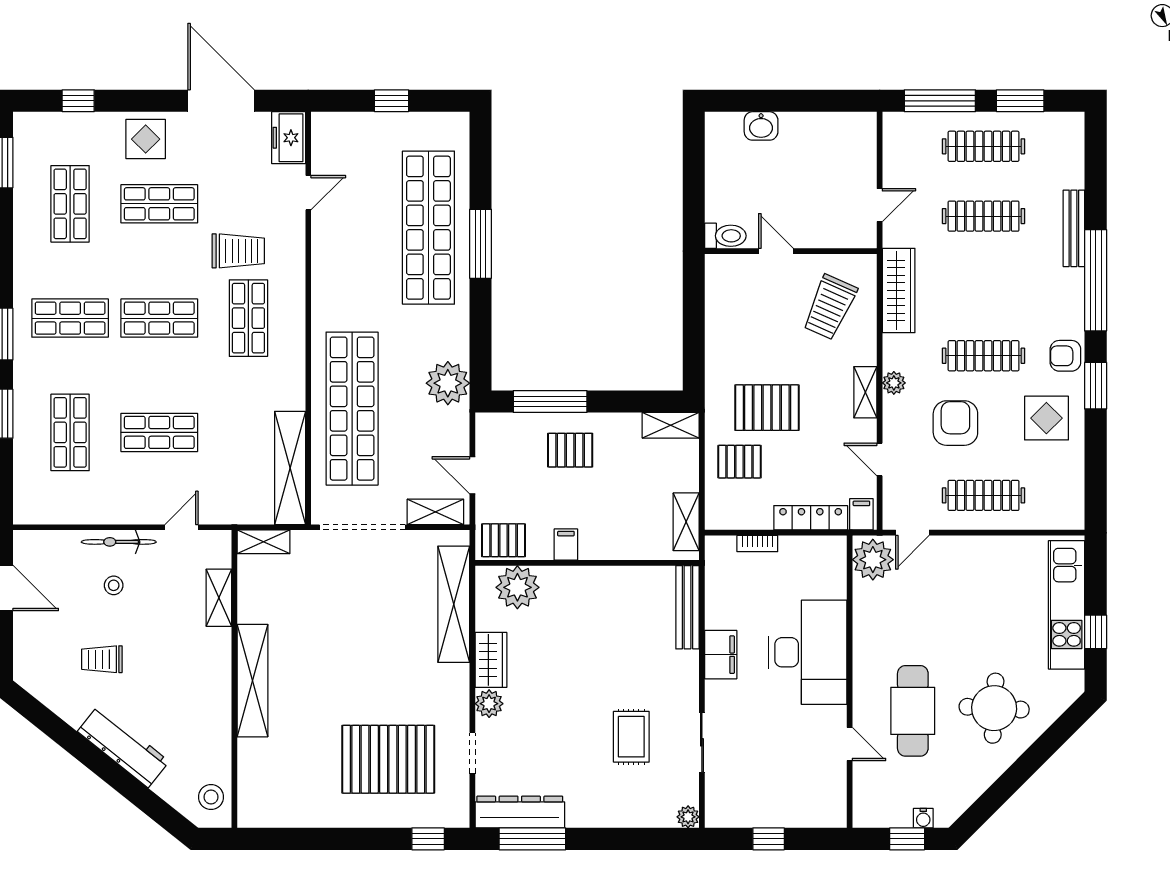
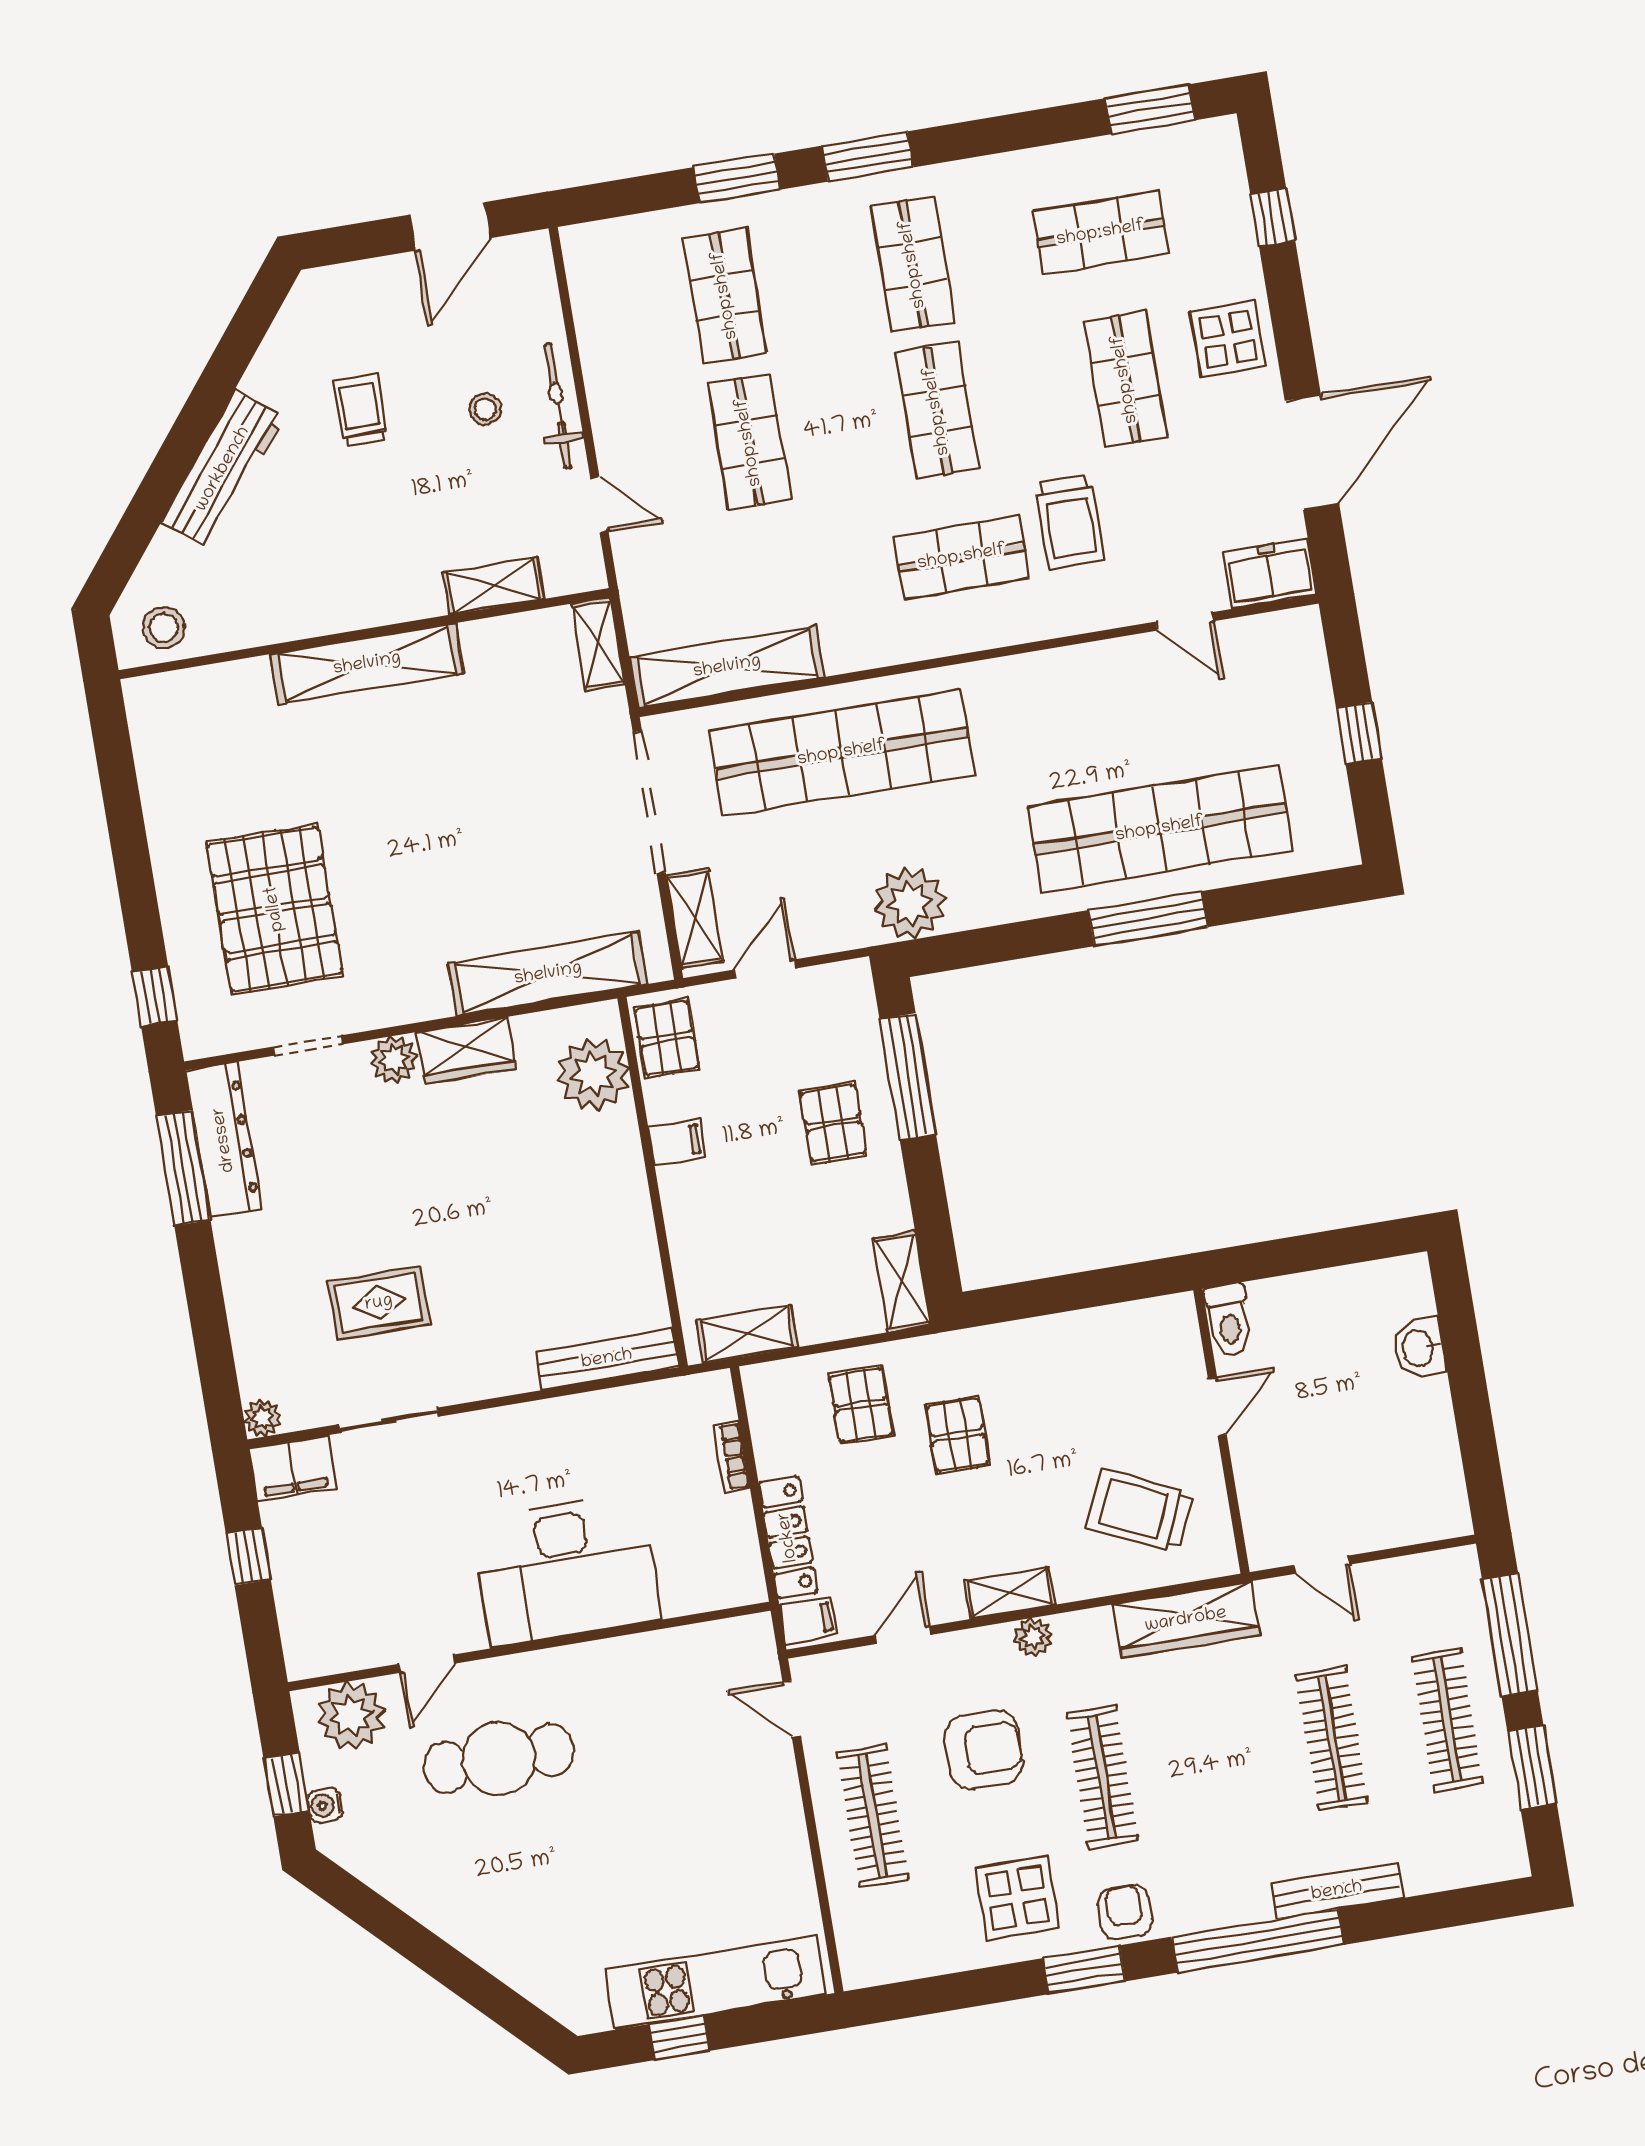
pallet: (767, 408) -> (957, 1435), width x0.67, depth x0.71
shop shelf: (70, 432) -> (725, 295), turned 90
plant: (873, 560) -> (351, 1716), moved
filing cabinet: (721, 655) -> (293, 1468), moved
round table: (994, 708) -> (526, 1892), removed

